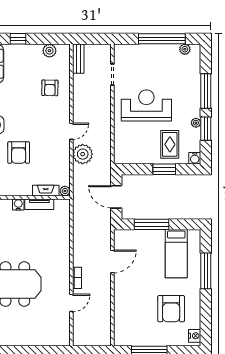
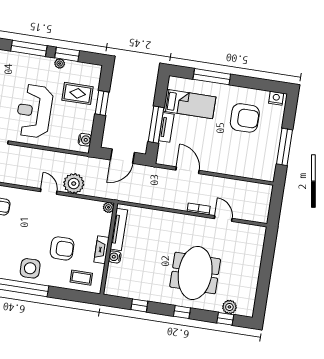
water cooler: (195, 158) -> (85, 140), moved
fireplace: (46, 191) -> (101, 250), moved
tv unit: (39, 204) -> (119, 230), width x1.41
tv unit: (150, 235) -> (166, 127), added

